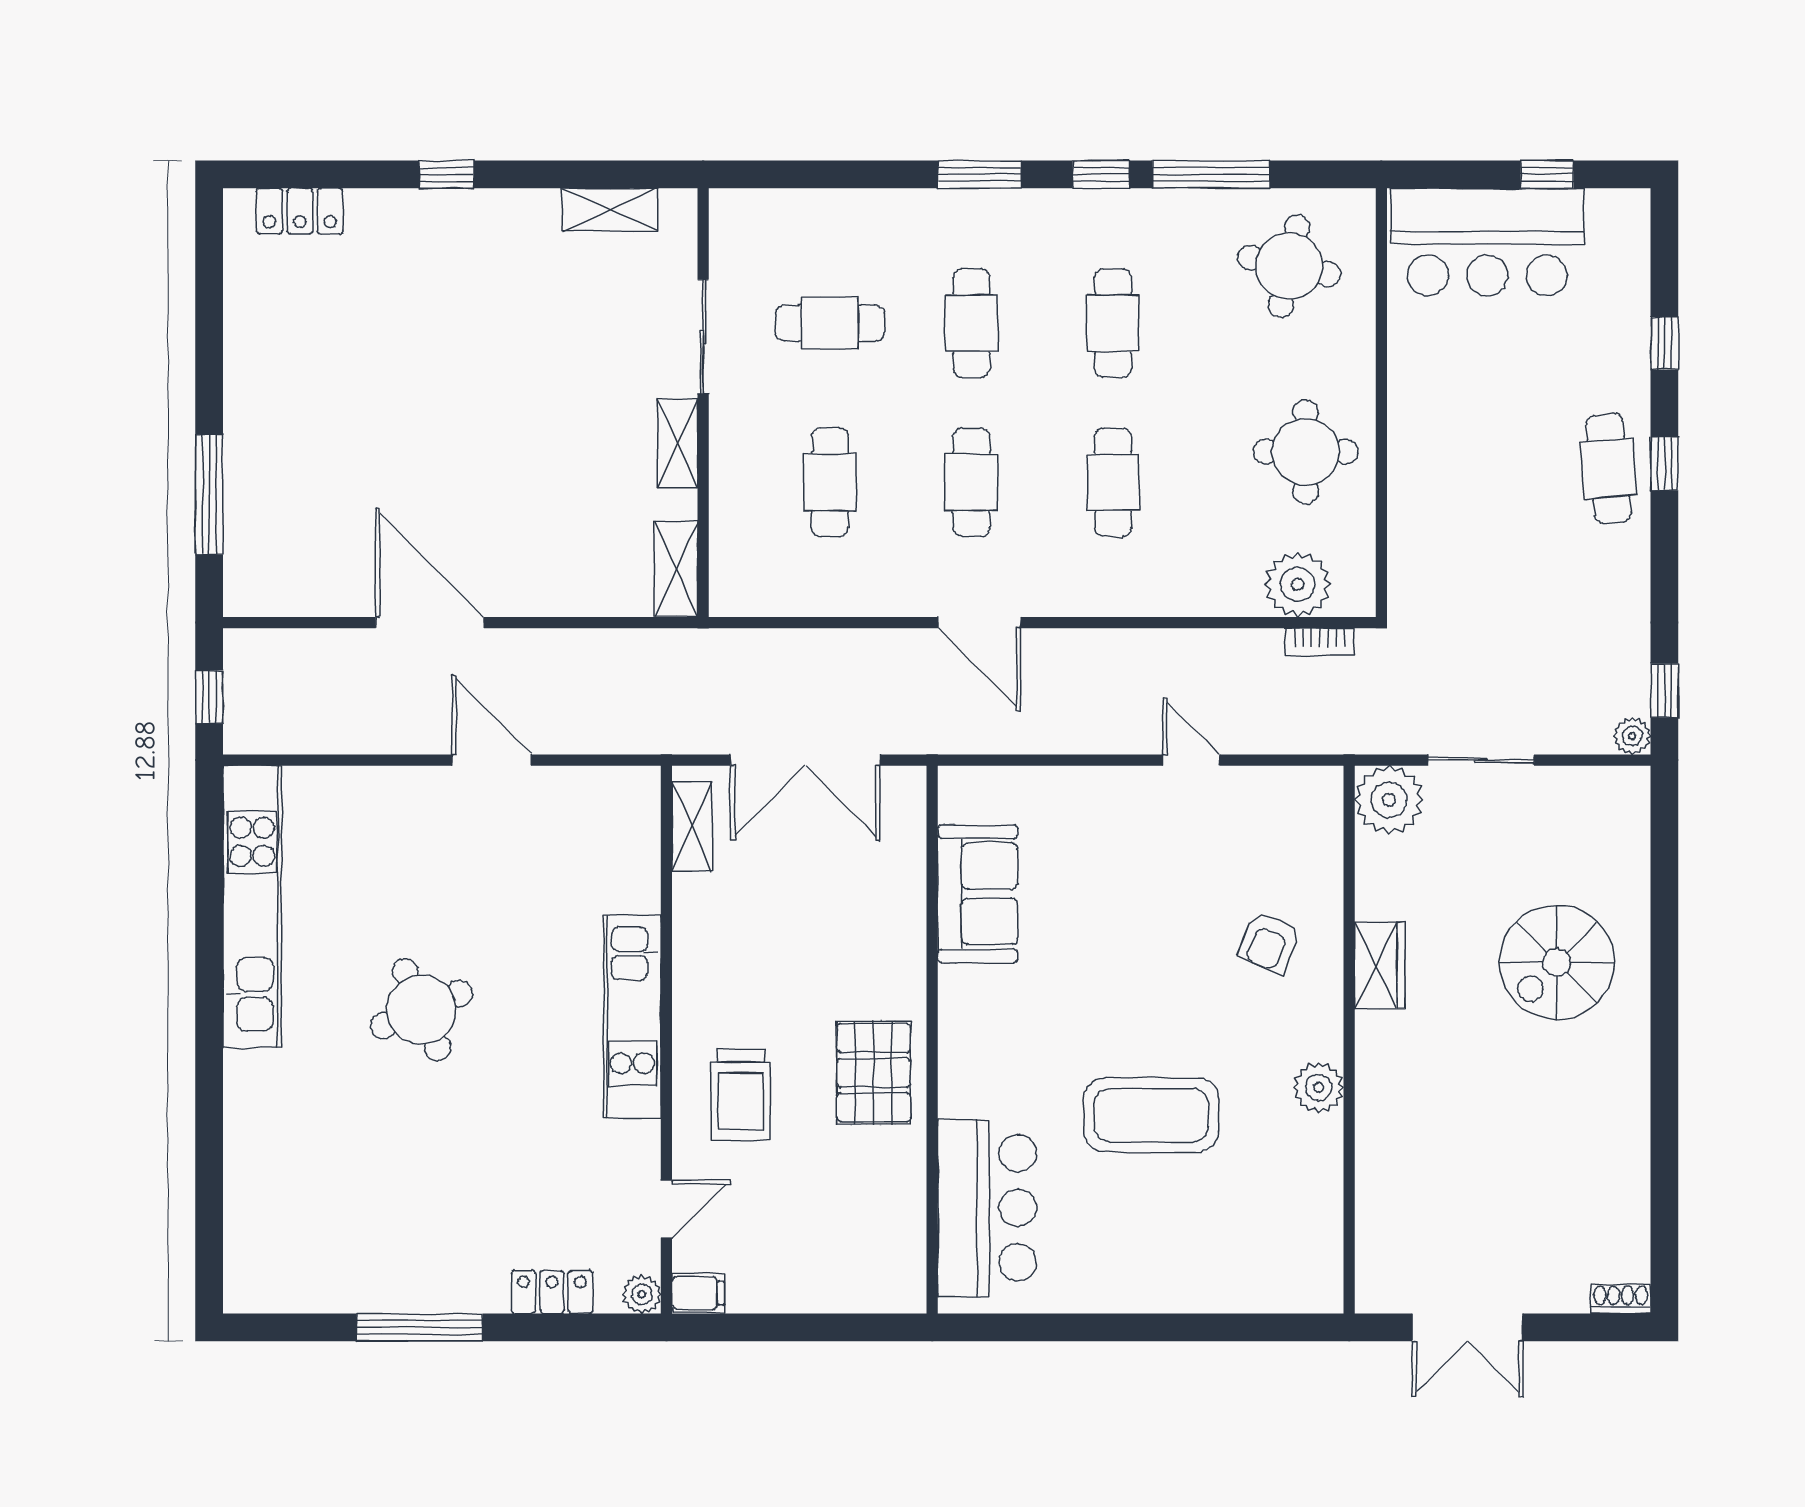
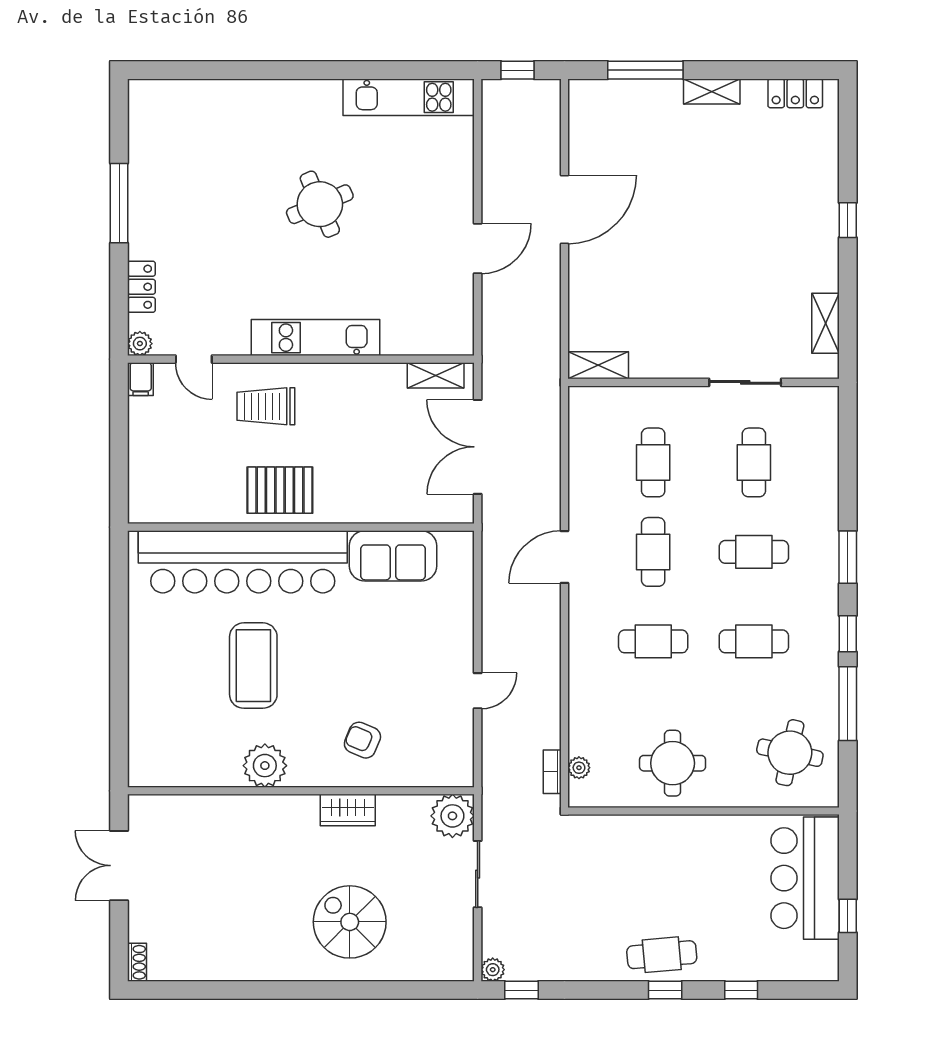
locker: (300, 211) -> (795, 93), moved, turned -90
shelving: (678, 443) -> (712, 91), moved
cafe table: (830, 482) -> (653, 462), turned 90
cafe table: (971, 482) -> (653, 552), turned 90
plant: (1298, 584) -> (579, 768), width x0.53, depth x0.53
kitchen unit: (252, 907) -> (409, 97), width x0.73
plant: (1319, 1087) -> (265, 766), width x1.36, depth x1.36
bar counter: (987, 1208) -> (243, 562), width x1.86

